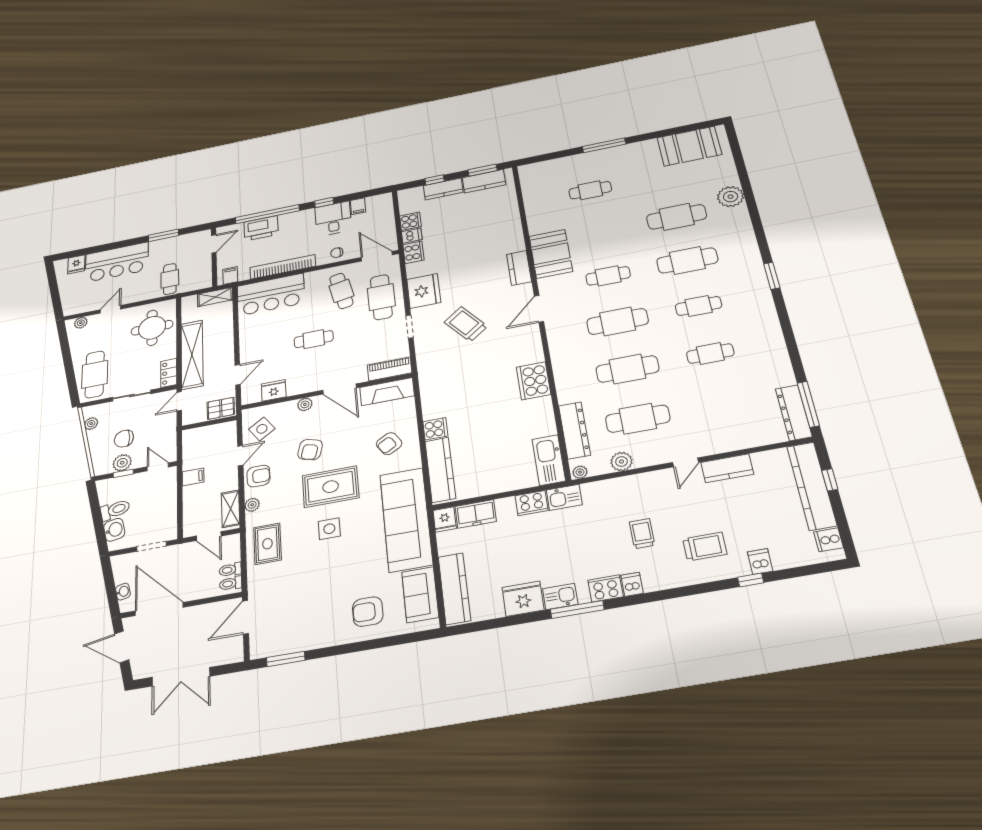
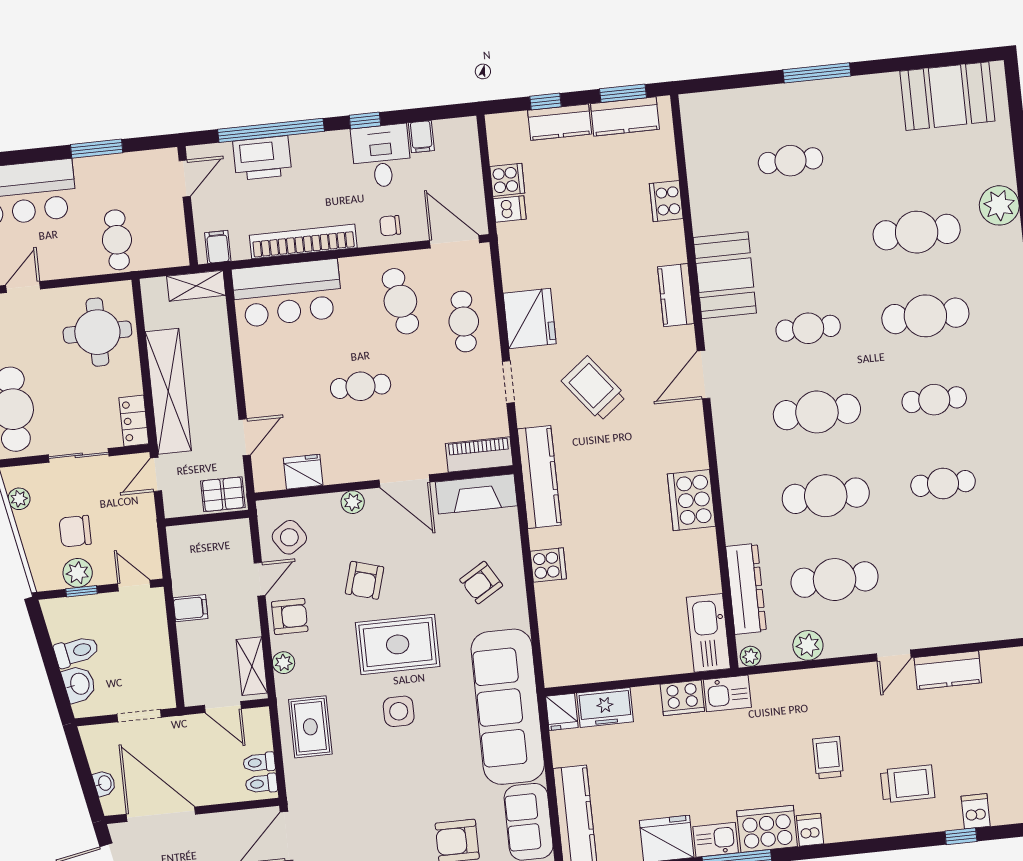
cooker: (413, 252) -> (666, 201), moved, turned 180
cafe table: (381, 297) -> (464, 321), width x0.73, depth x0.74
kitchen counter: (440, 470) -> (539, 477), moved
cooker: (606, 588) -> (767, 829), width x1.37, depth x1.31

